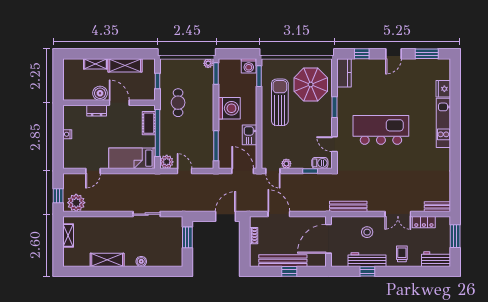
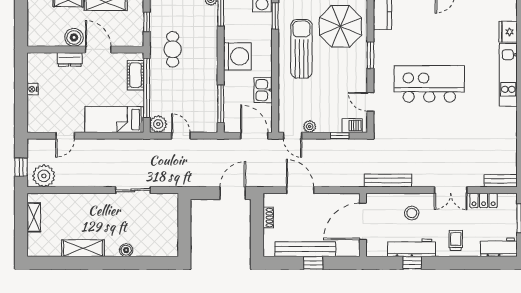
window: (187, 237) -> (184, 220), removed

